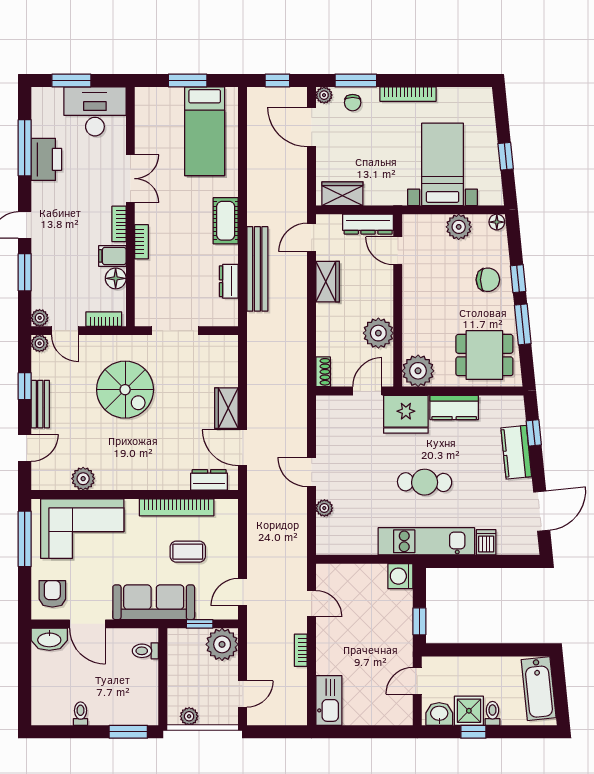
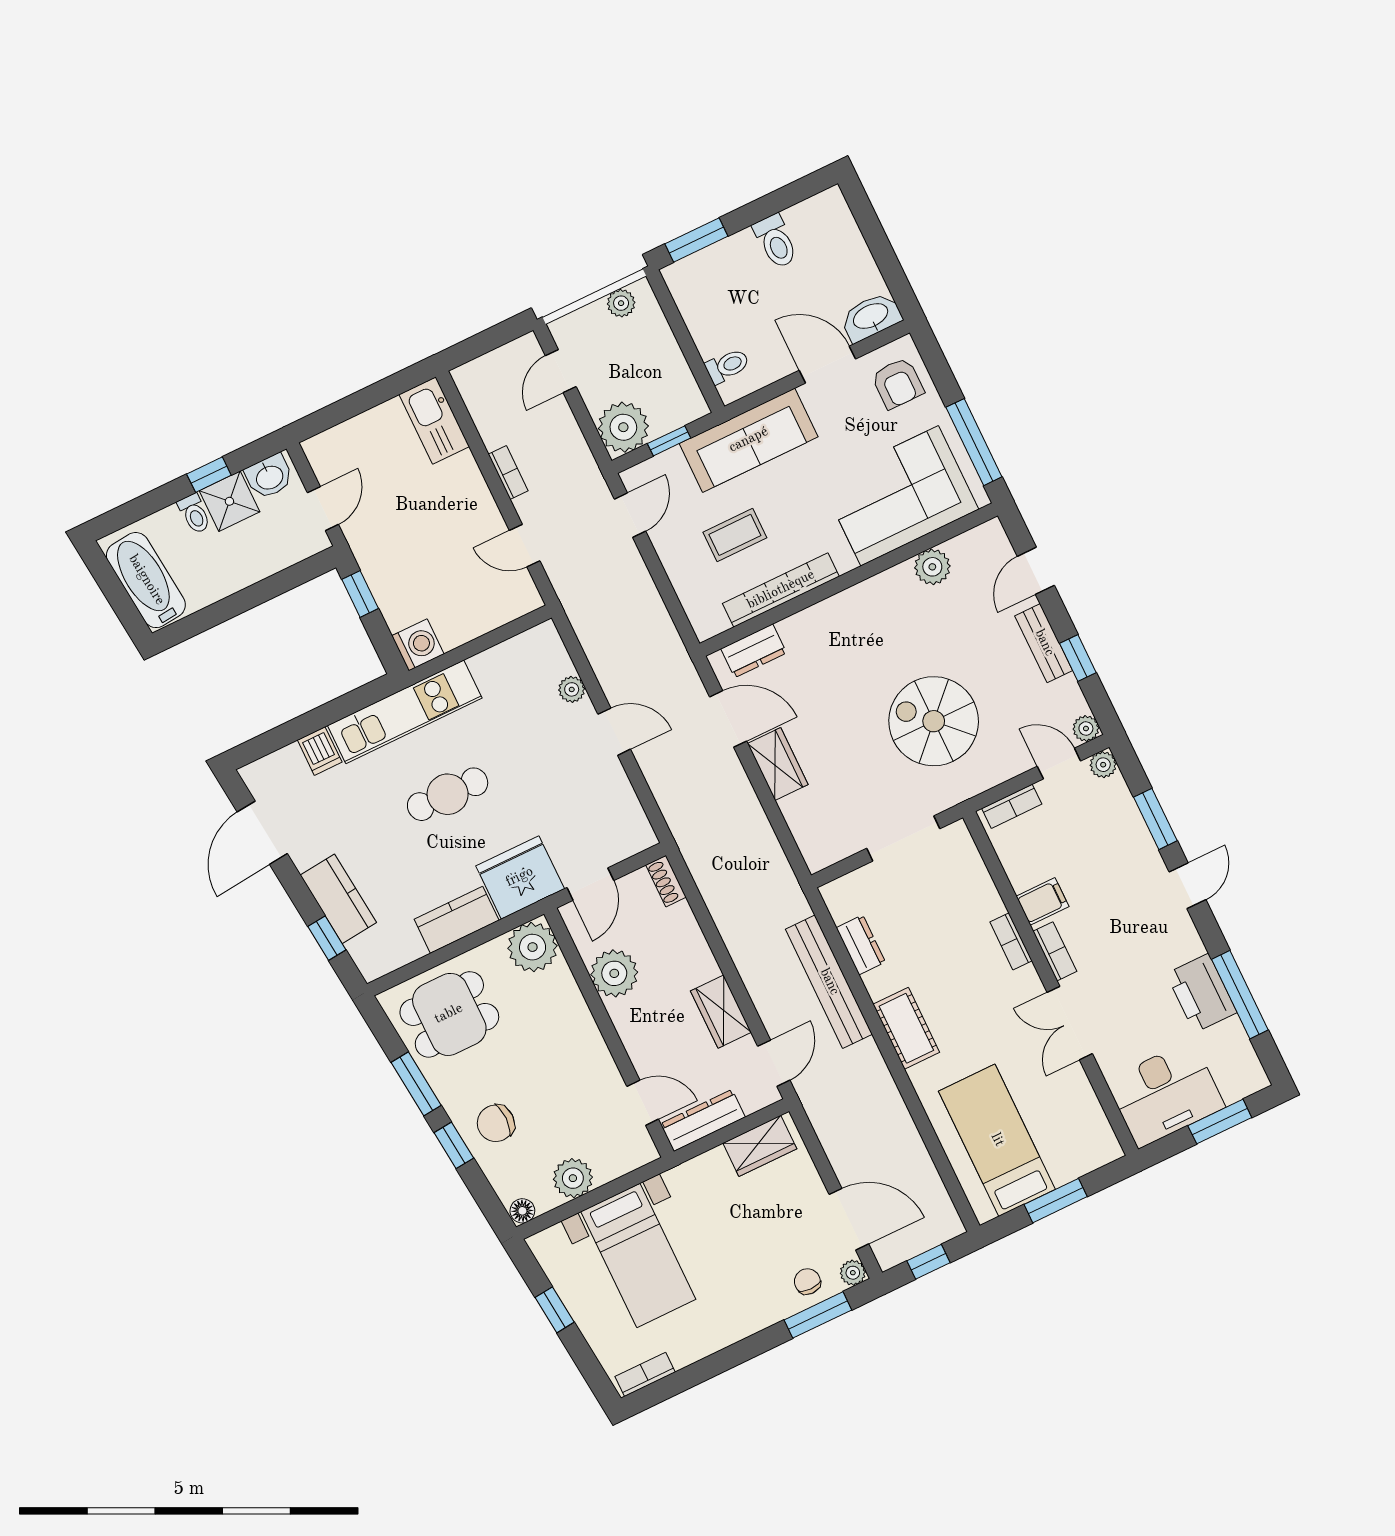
bookcase: (408, 94) -> (645, 1374), moved, width x0.64
floor lamp: (116, 278) -> (1023, 872), removed
toilet: (81, 714) -> (776, 241), width x1.37, depth x1.39

